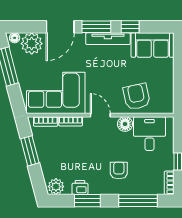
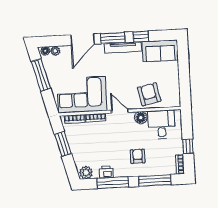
plant: (32, 44) -> (55, 51), width x0.53, depth x0.53
window: (87, 201) -> (113, 183), width x1.44

